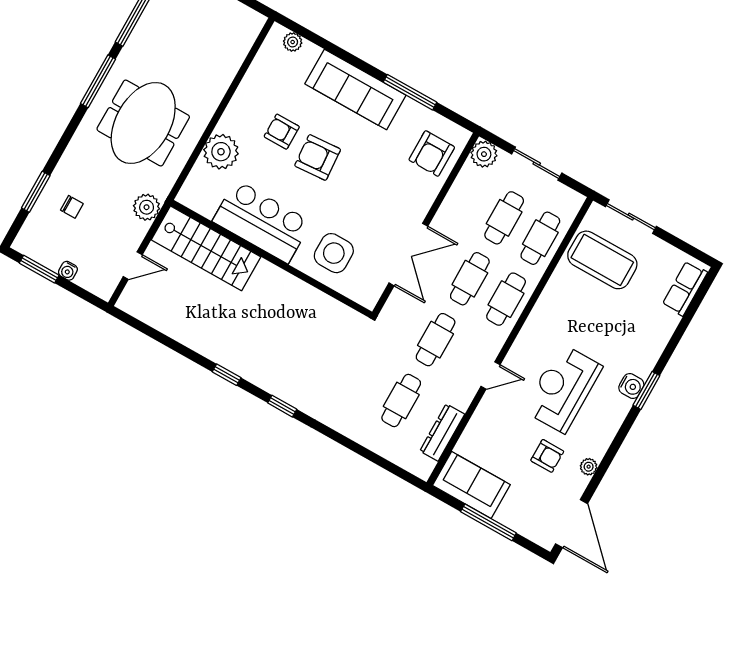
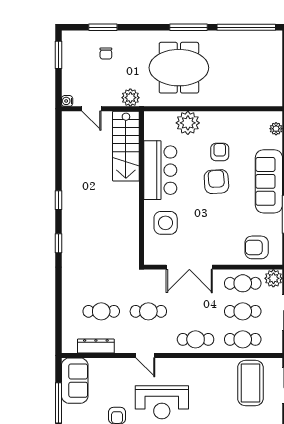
water cooler: (68, 271) -> (67, 101), moved
cafe table: (470, 279) -> (243, 283), moved
reception desk: (563, 388) -> (162, 402), turned 180

